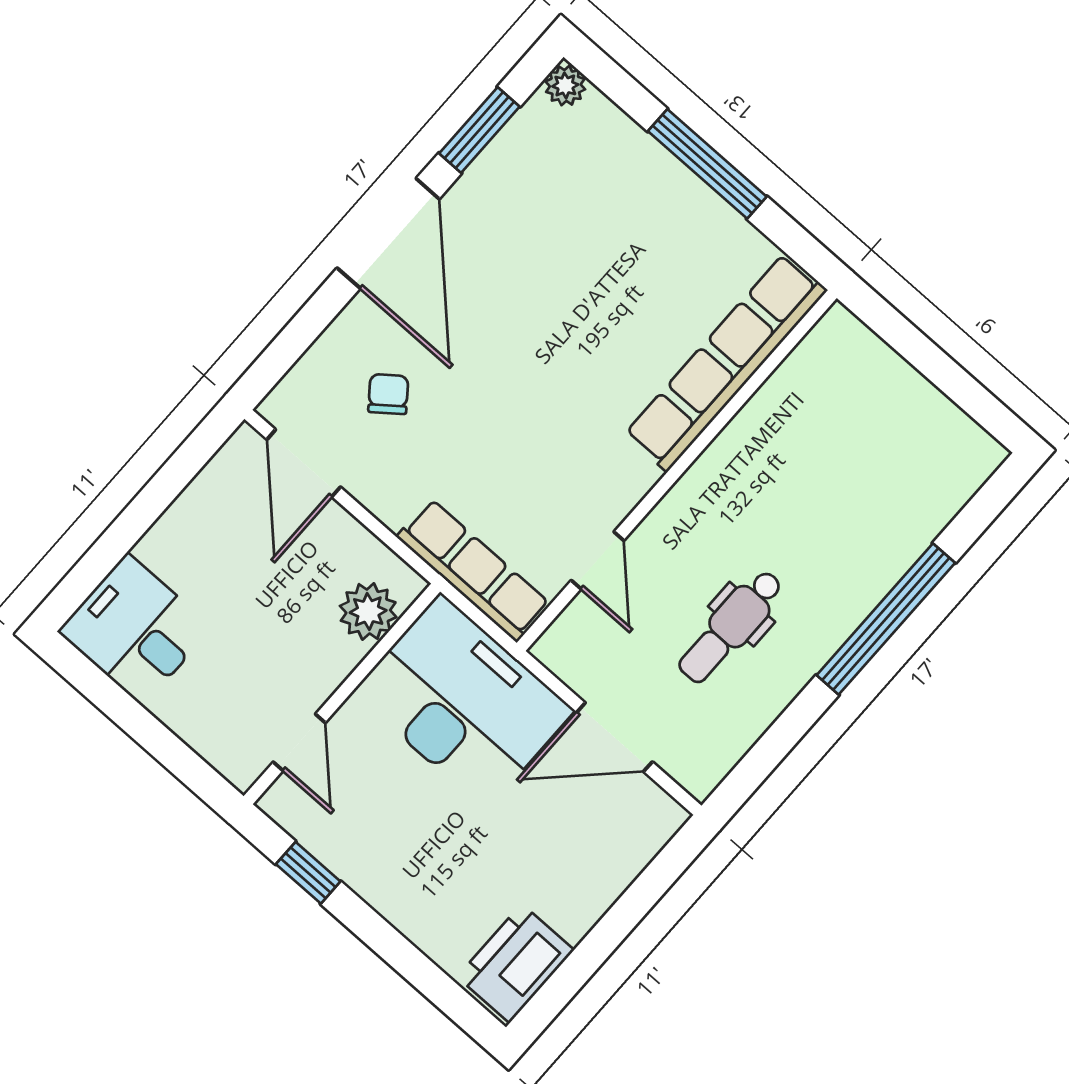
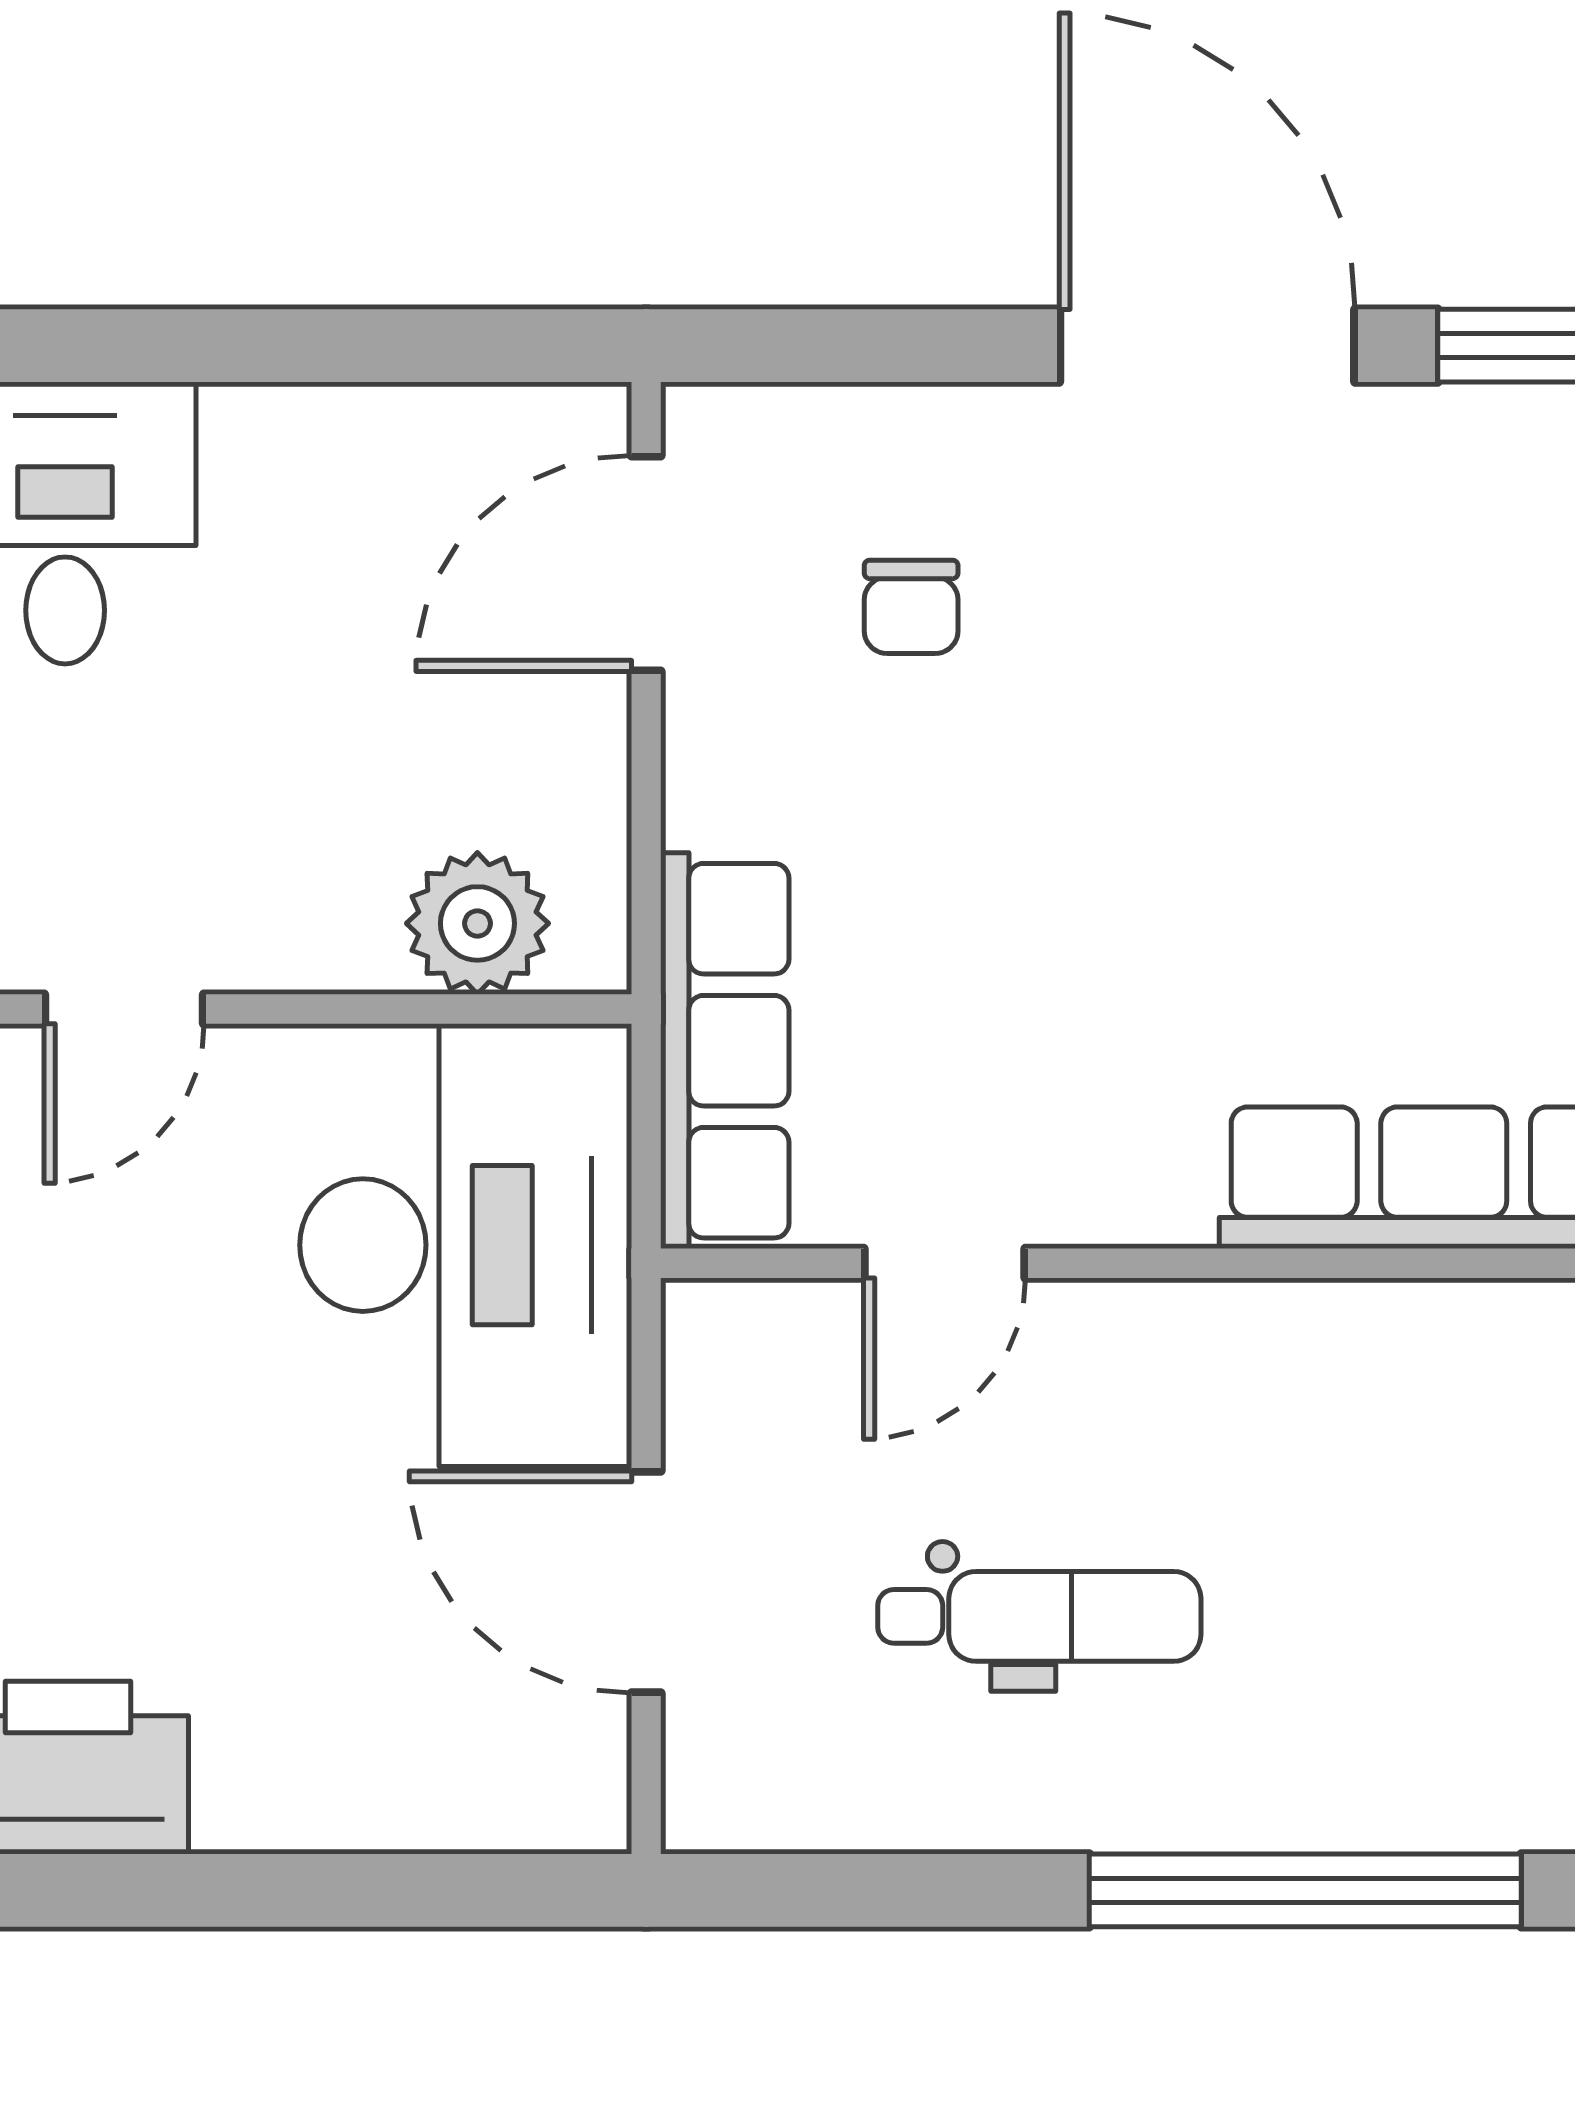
door: (388, 233) -> (1207, 346), swing flipped
chair: (388, 394) -> (911, 607), turned 128
dental chair: (731, 626) -> (1039, 1616), turned 180

